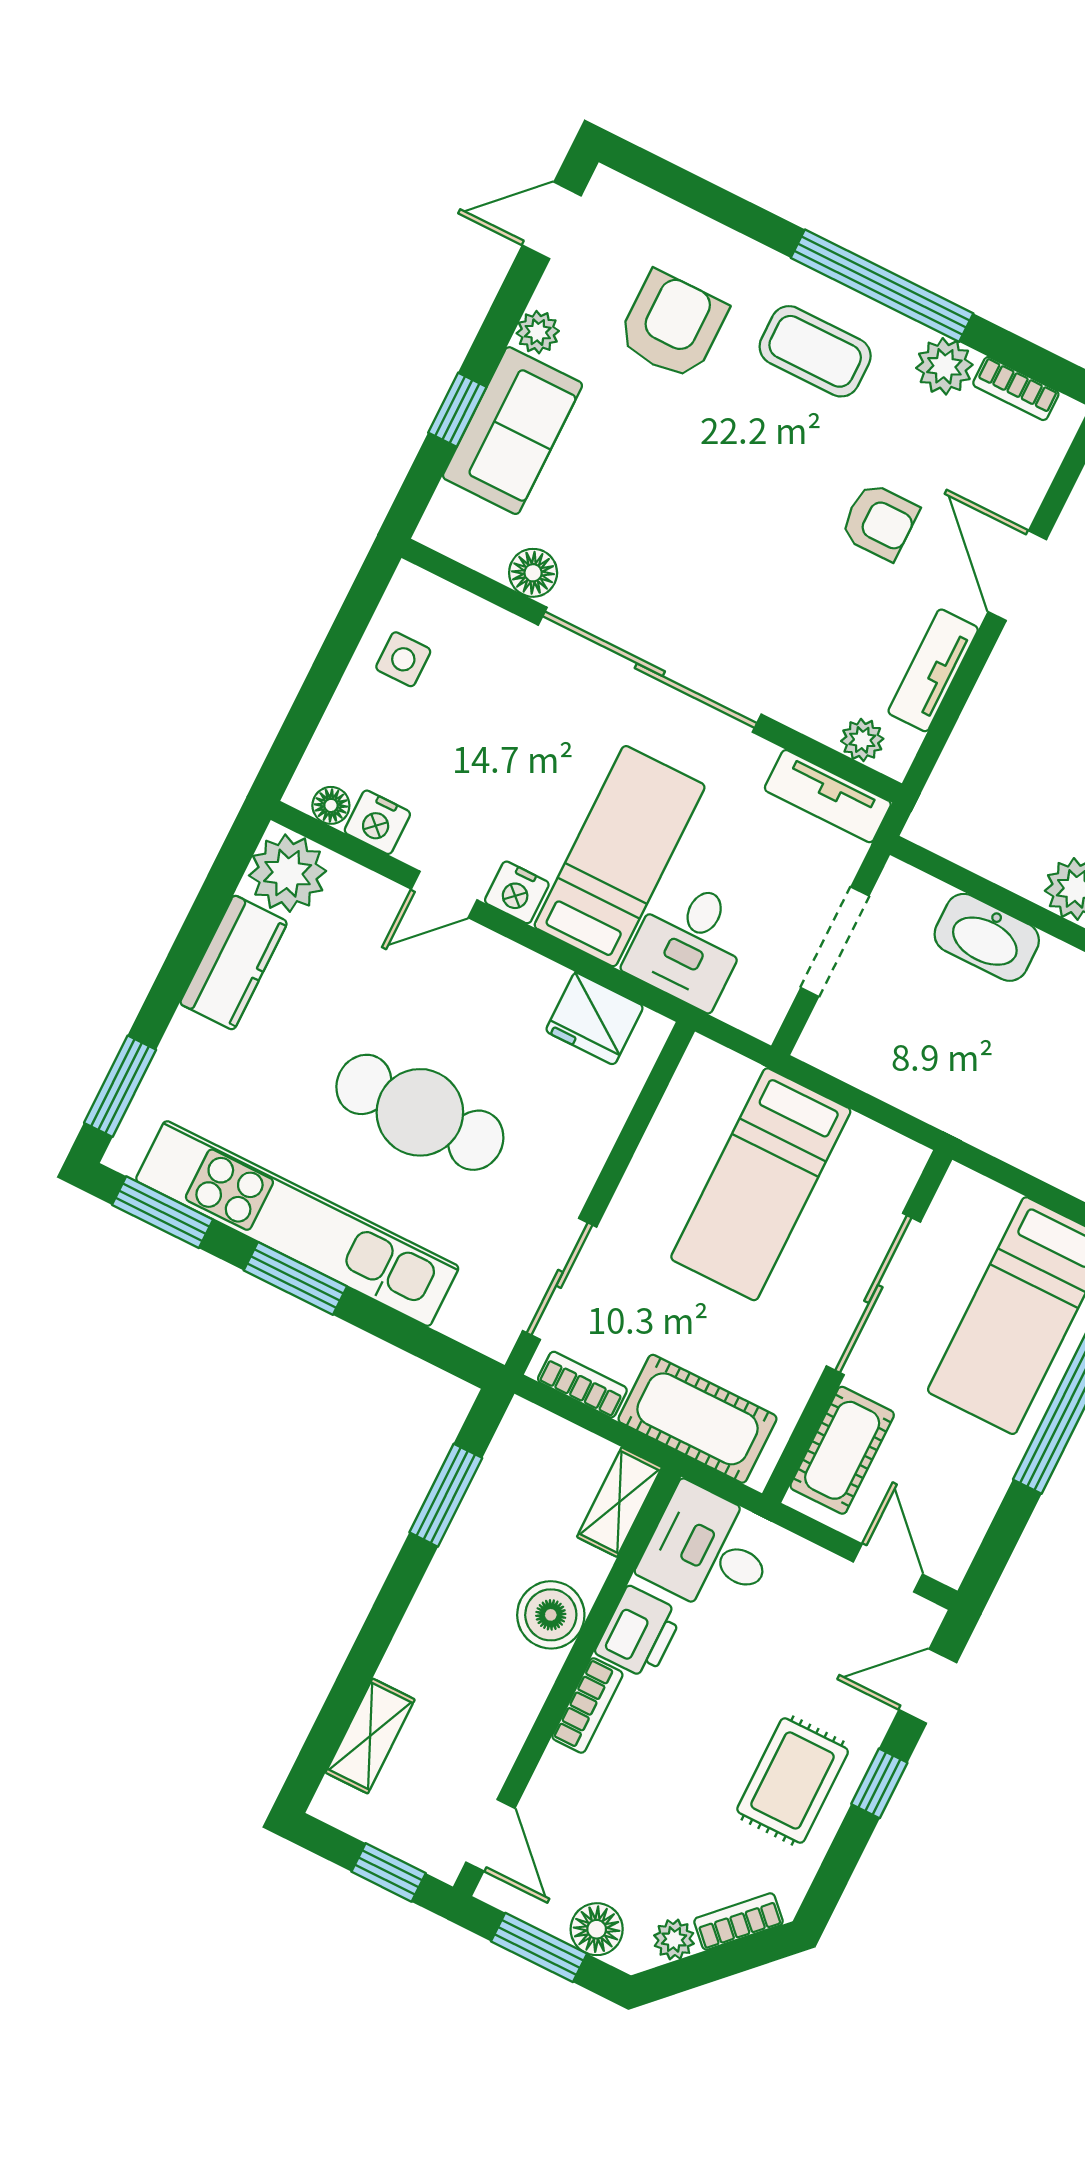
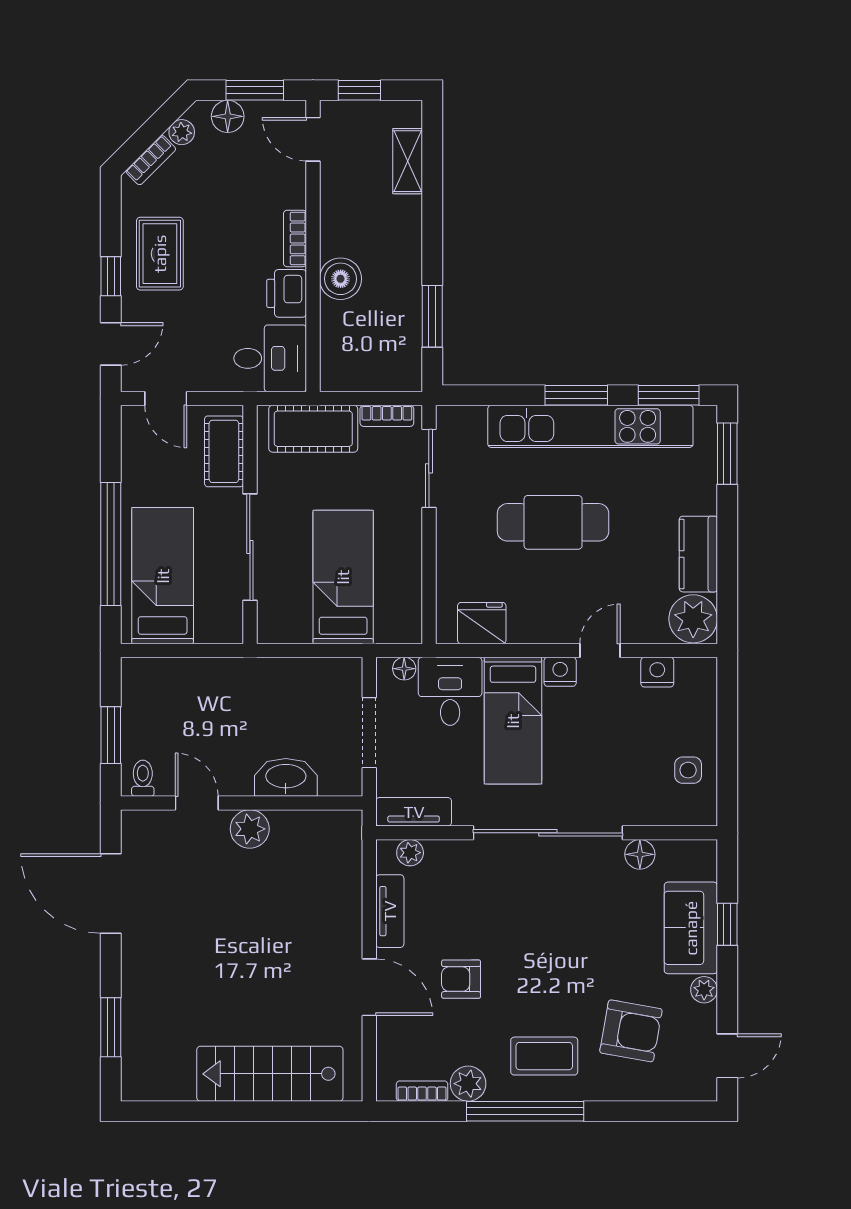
armchair: (672, 325) -> (631, 1031), turned -80
floor lamp: (331, 805) -> (404, 669), moved
shelving: (619, 1502) -> (334, 361), removed

